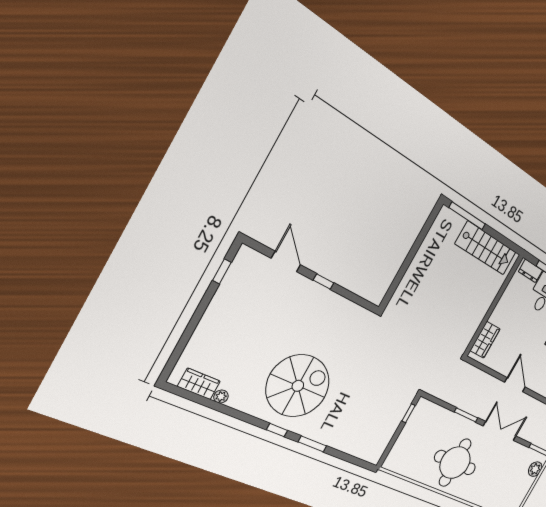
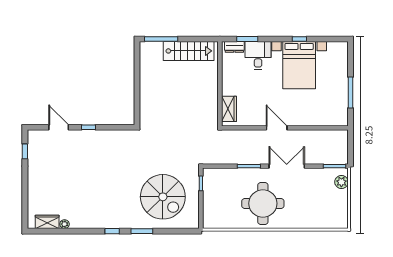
spiral stairs: (298, 386) -> (163, 197), moved, turned 90

